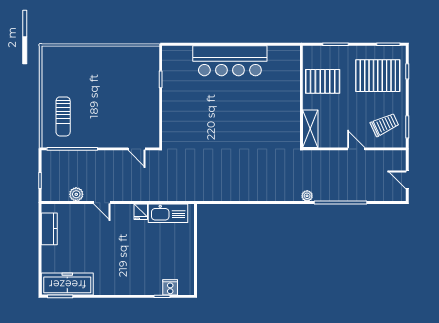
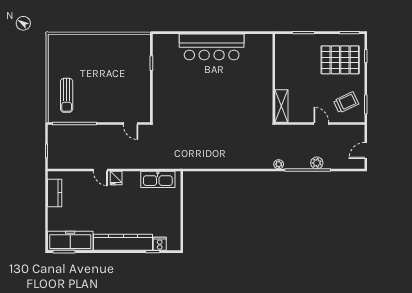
pallet: (323, 81) -> (292, 65), removed
door: (407, 180) -> (366, 150), hinge flipped
plant: (76, 194) -> (317, 163), moved
fridge: (141, 212) -> (116, 178), moved
kitchen counter: (128, 286) -> (123, 242), added

